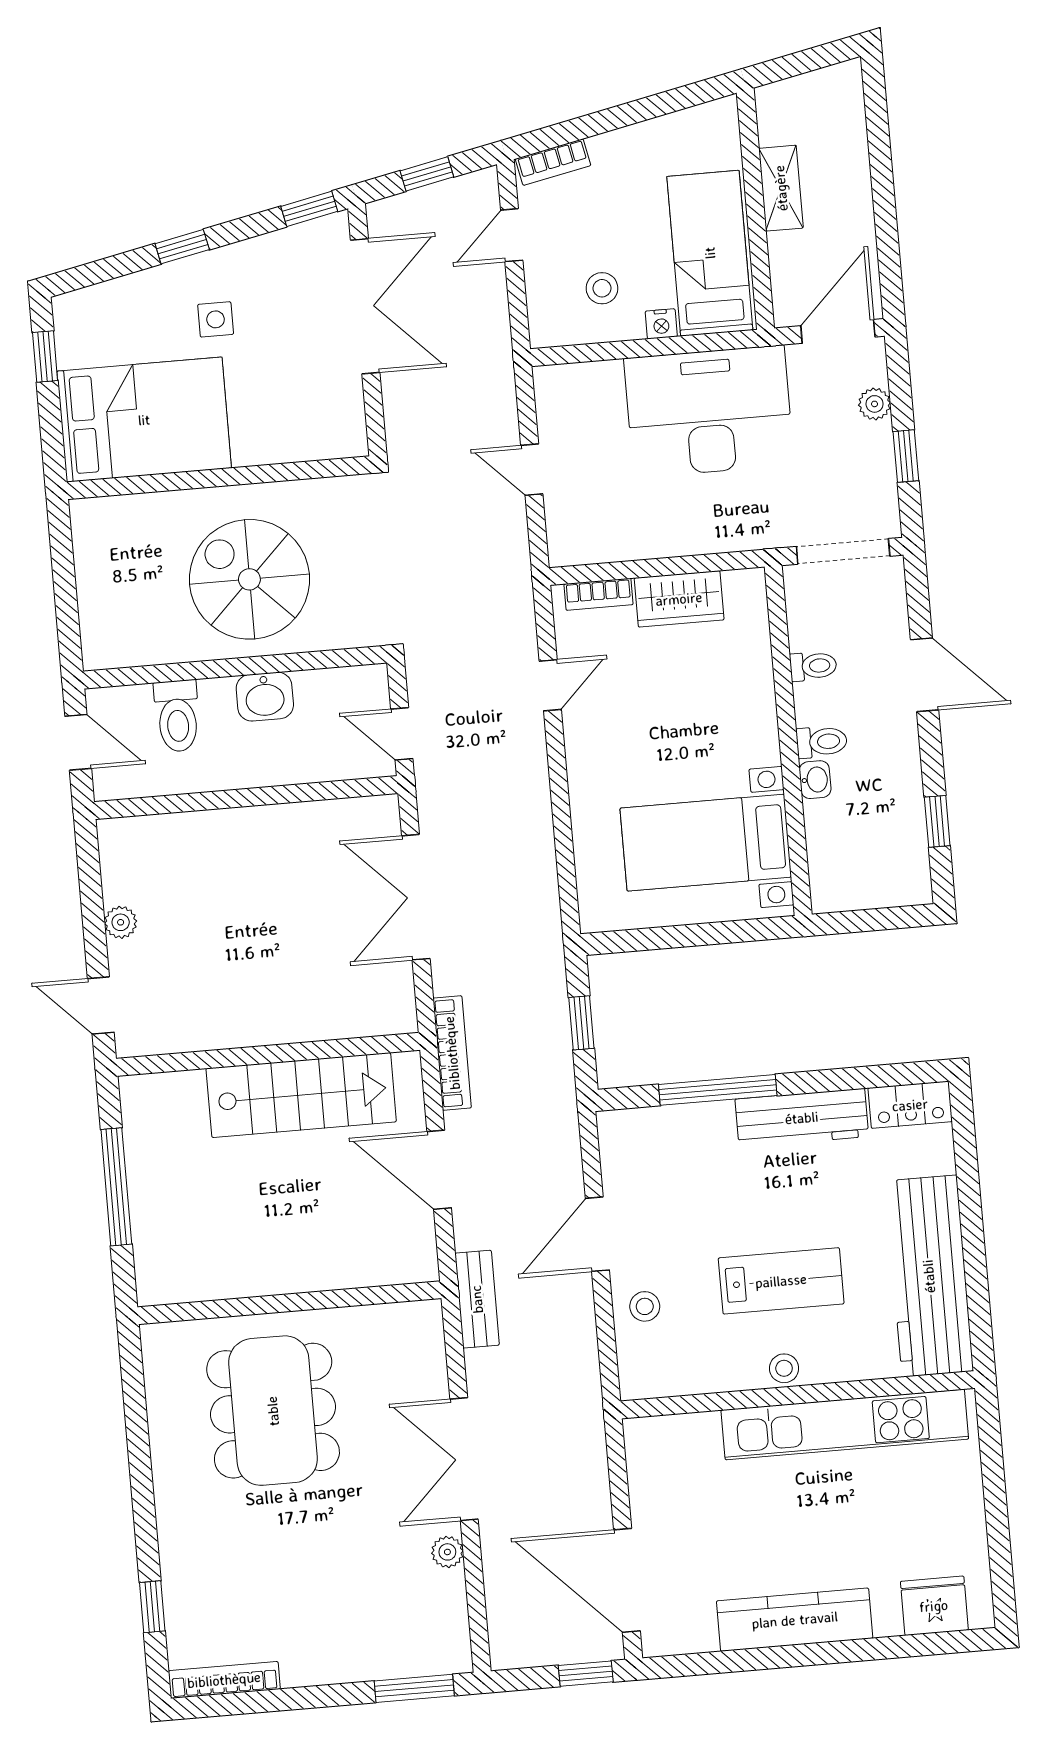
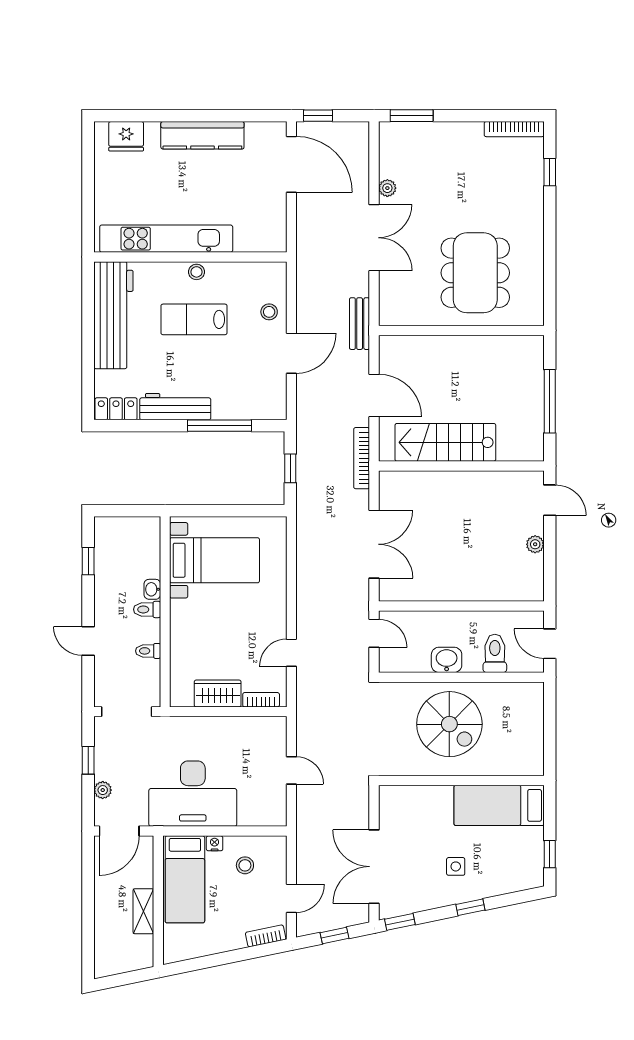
bed: (144, 420) -> (499, 805), width x0.67
door: (925, 675) -> (88, 641), width x0.73

